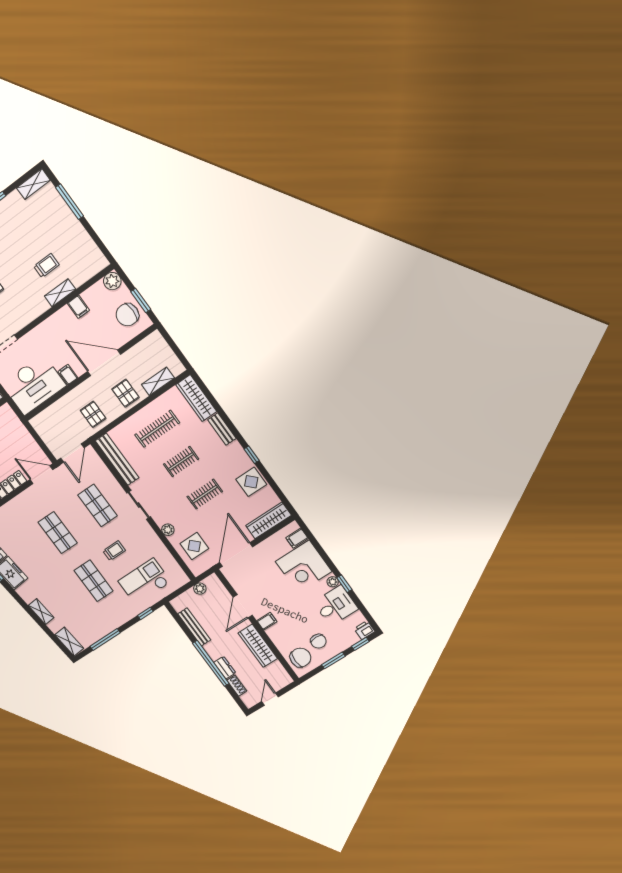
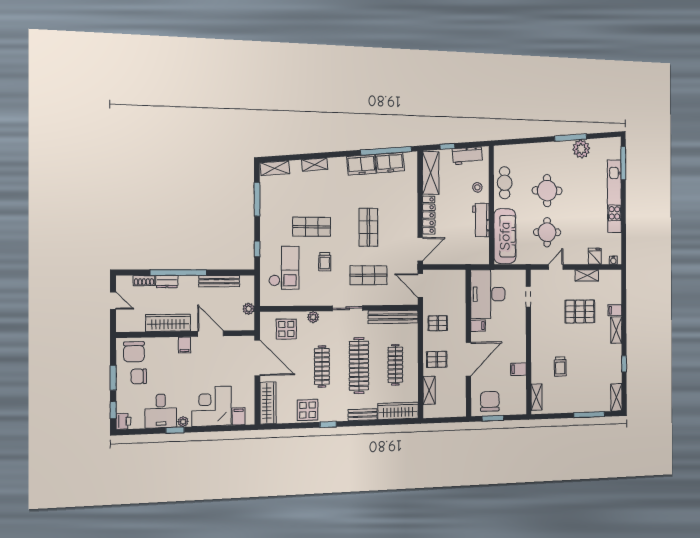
plant: (112, 281) -> (519, 407), removed
shelving: (60, 293) -> (537, 397), moved
clothes rail: (181, 462) -> (359, 366), width x1.86, depth x1.31
clothes rail: (205, 494) -> (322, 367), width x1.36
shop shelf: (58, 533) -> (368, 227), turned 90

